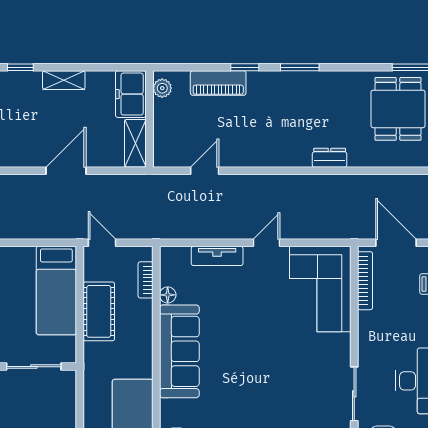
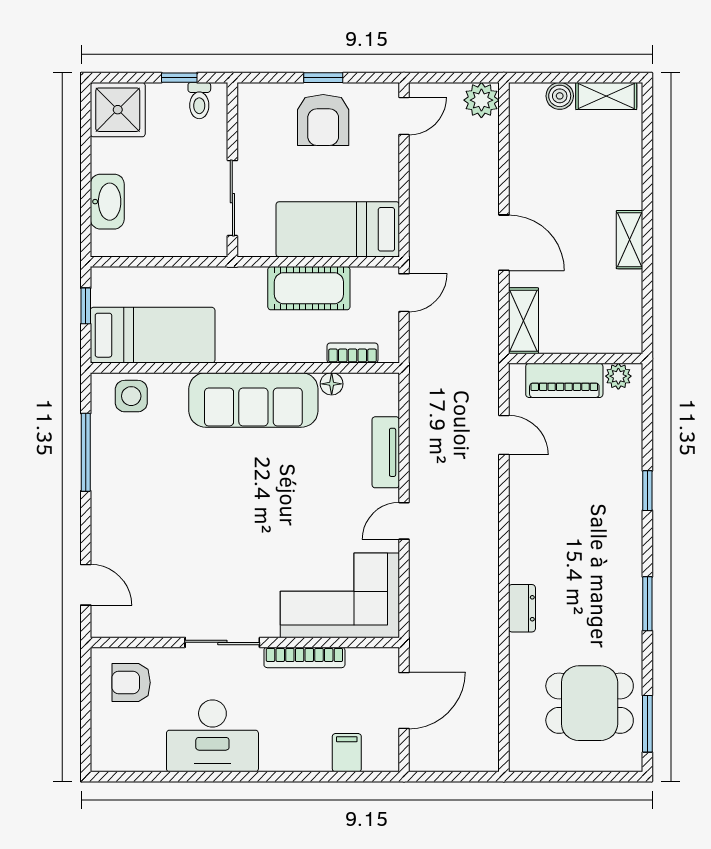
window: (20, 67) -> (647, 179), removed
window: (300, 67) -> (647, 604), moved
piano: (218, 83) -> (564, 380), moved, turned -90
freezer: (131, 94) -> (610, 333), removed
shelving: (135, 143) -> (523, 321), moved, turned 90
door: (267, 243) -> (404, 521), swing flipped
bookcase: (365, 281) -> (304, 657), moved
sliding door: (354, 394) -> (222, 642), moved

